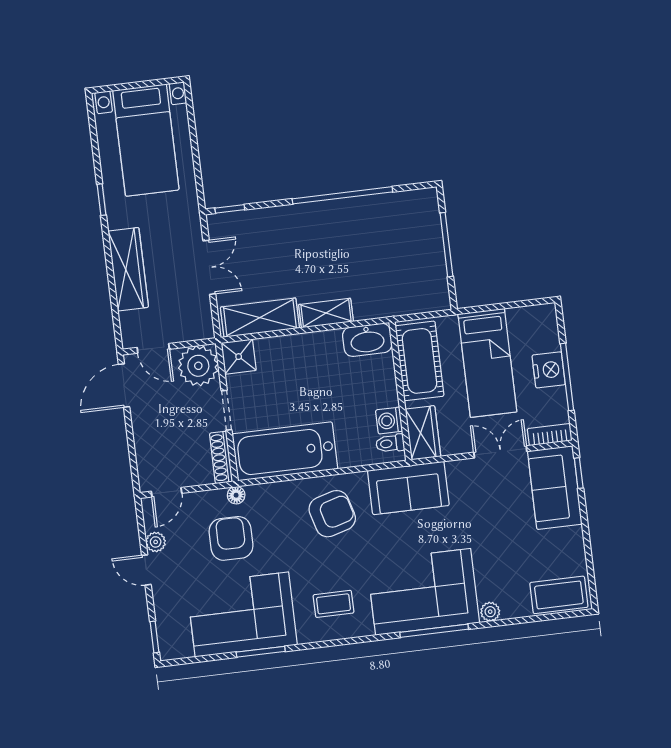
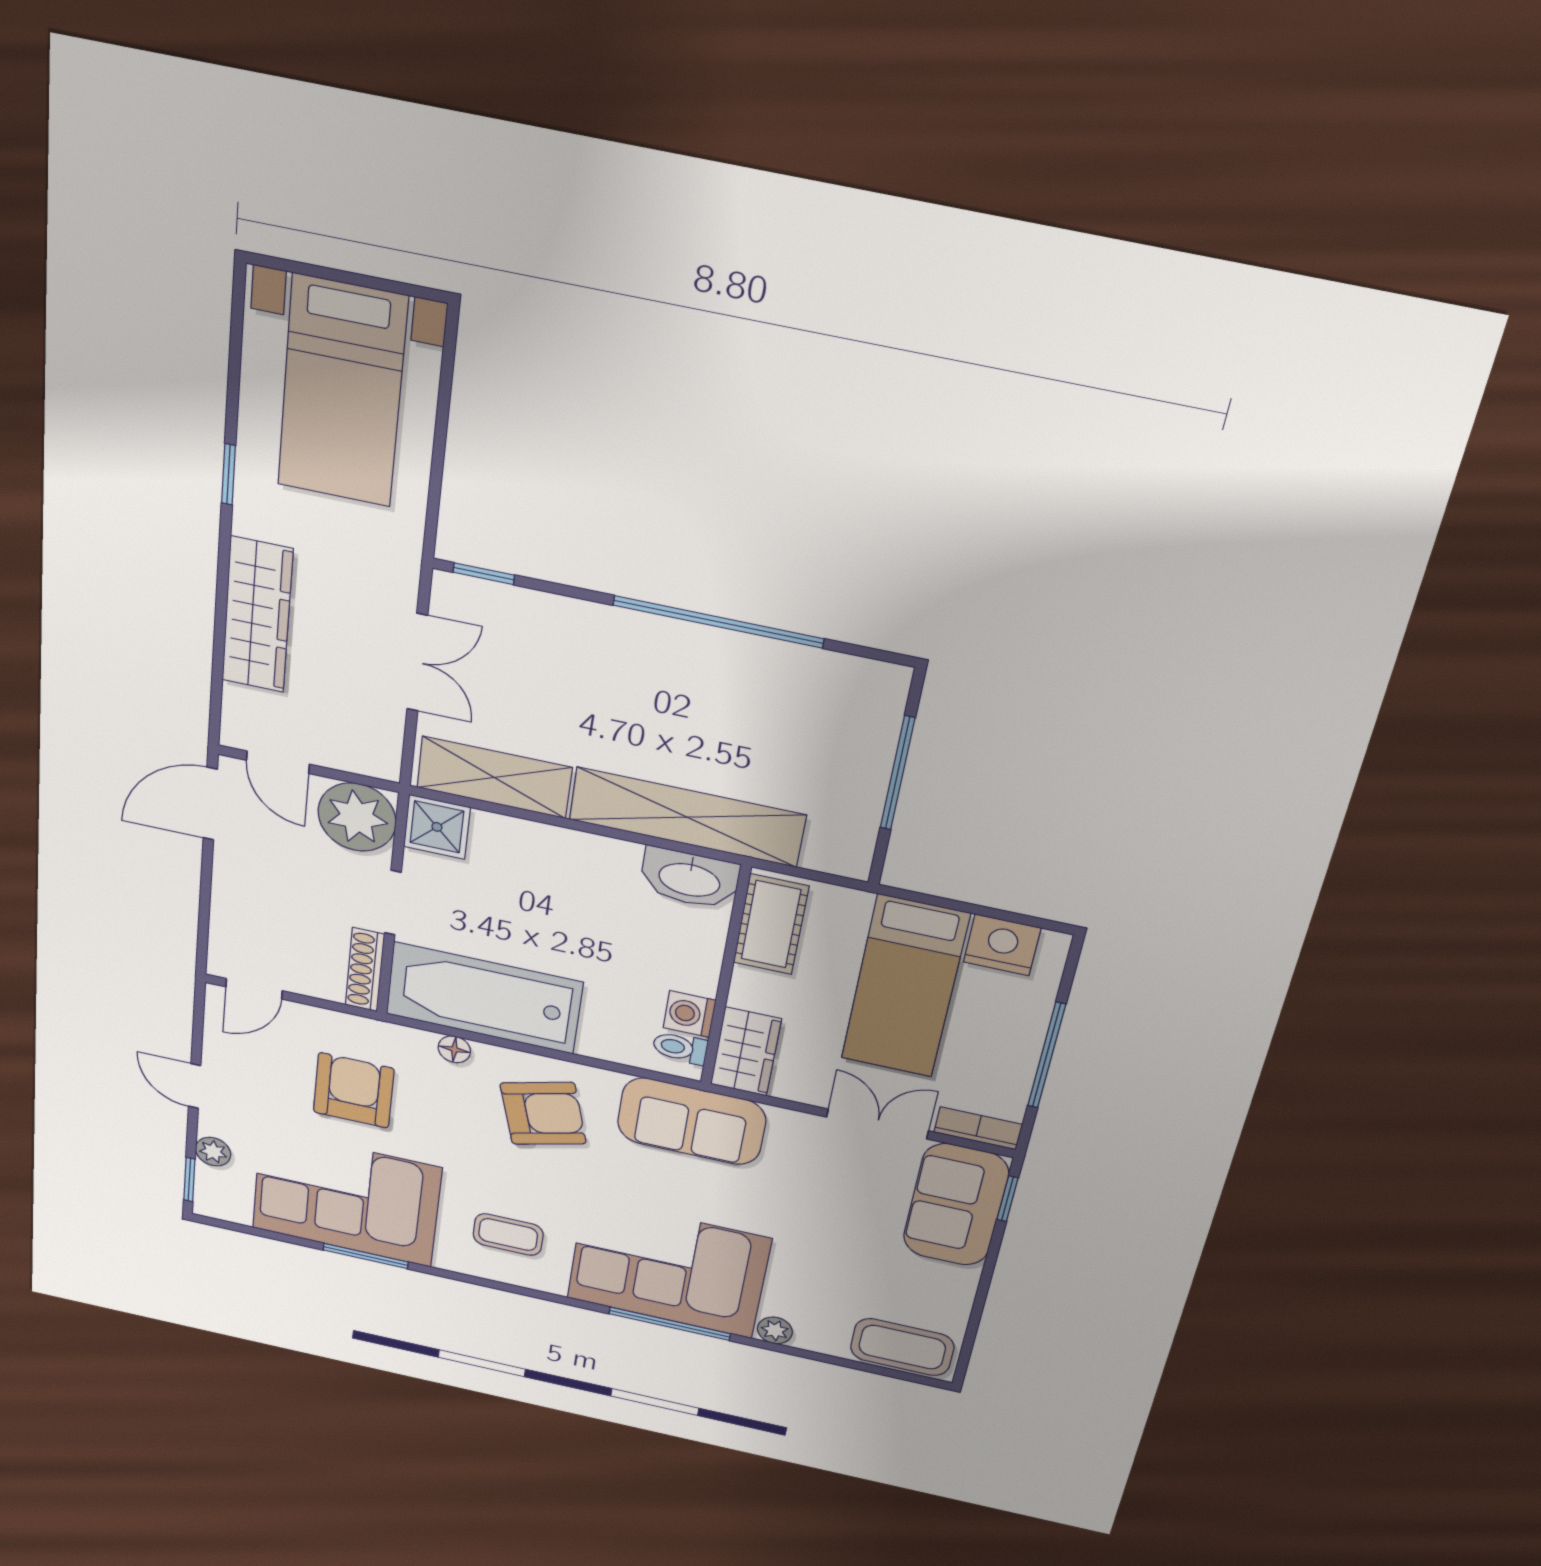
shelving: (326, 313) -> (687, 817), width x2.20, depth x1.33
cot: (420, 361) -> (771, 924), width x0.73, depth x0.75
nightstand: (549, 370) -> (1002, 945), moved, turned -90
floor lamp: (236, 495) -> (454, 1049), moved
plant: (156, 542) -> (213, 1152), moved

